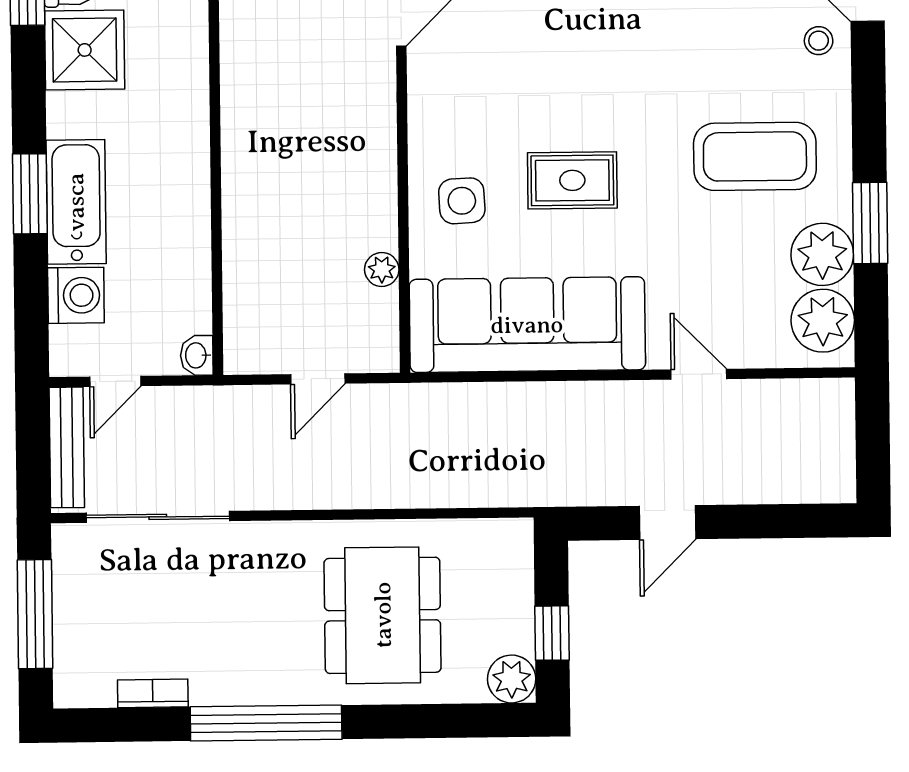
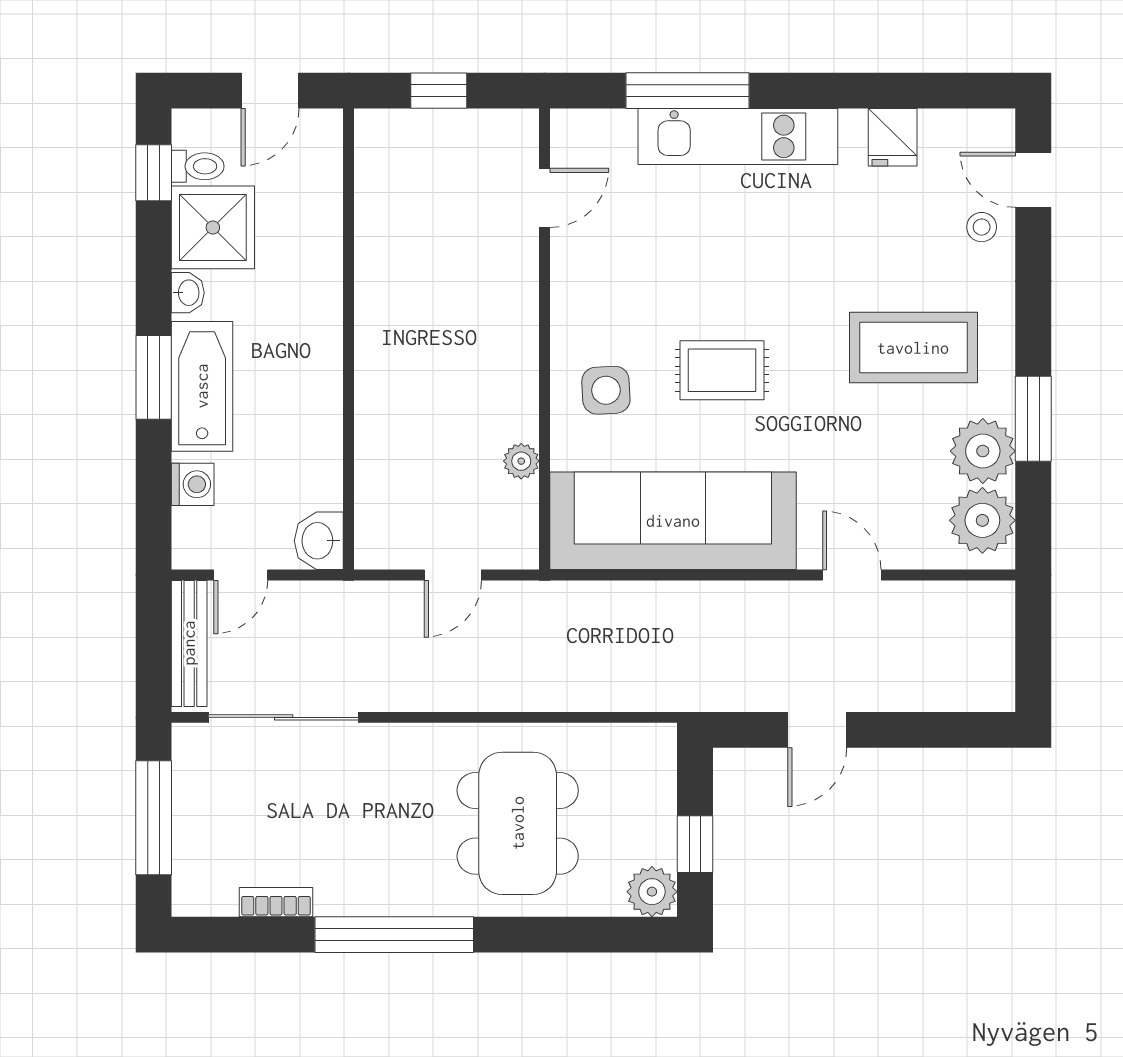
washbasin: (61, 113) -> (188, 293), added
washing machine: (76, 295) -> (193, 484), width x0.73, depth x0.73
washbasin: (197, 355) -> (319, 541), width x1.38, depth x1.45

